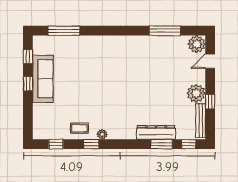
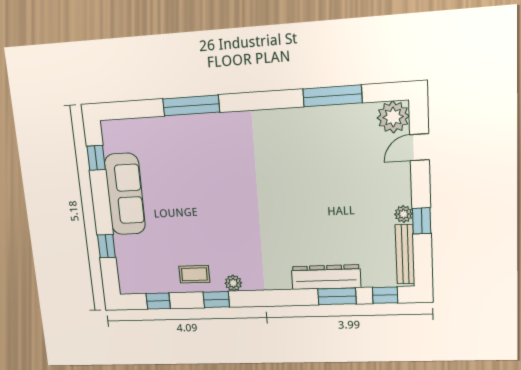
window: (64, 31) -> (191, 106), moved
window: (28, 84) -> (106, 246), moved
plant: (196, 93) -> (404, 214), width x0.53, depth x0.53

